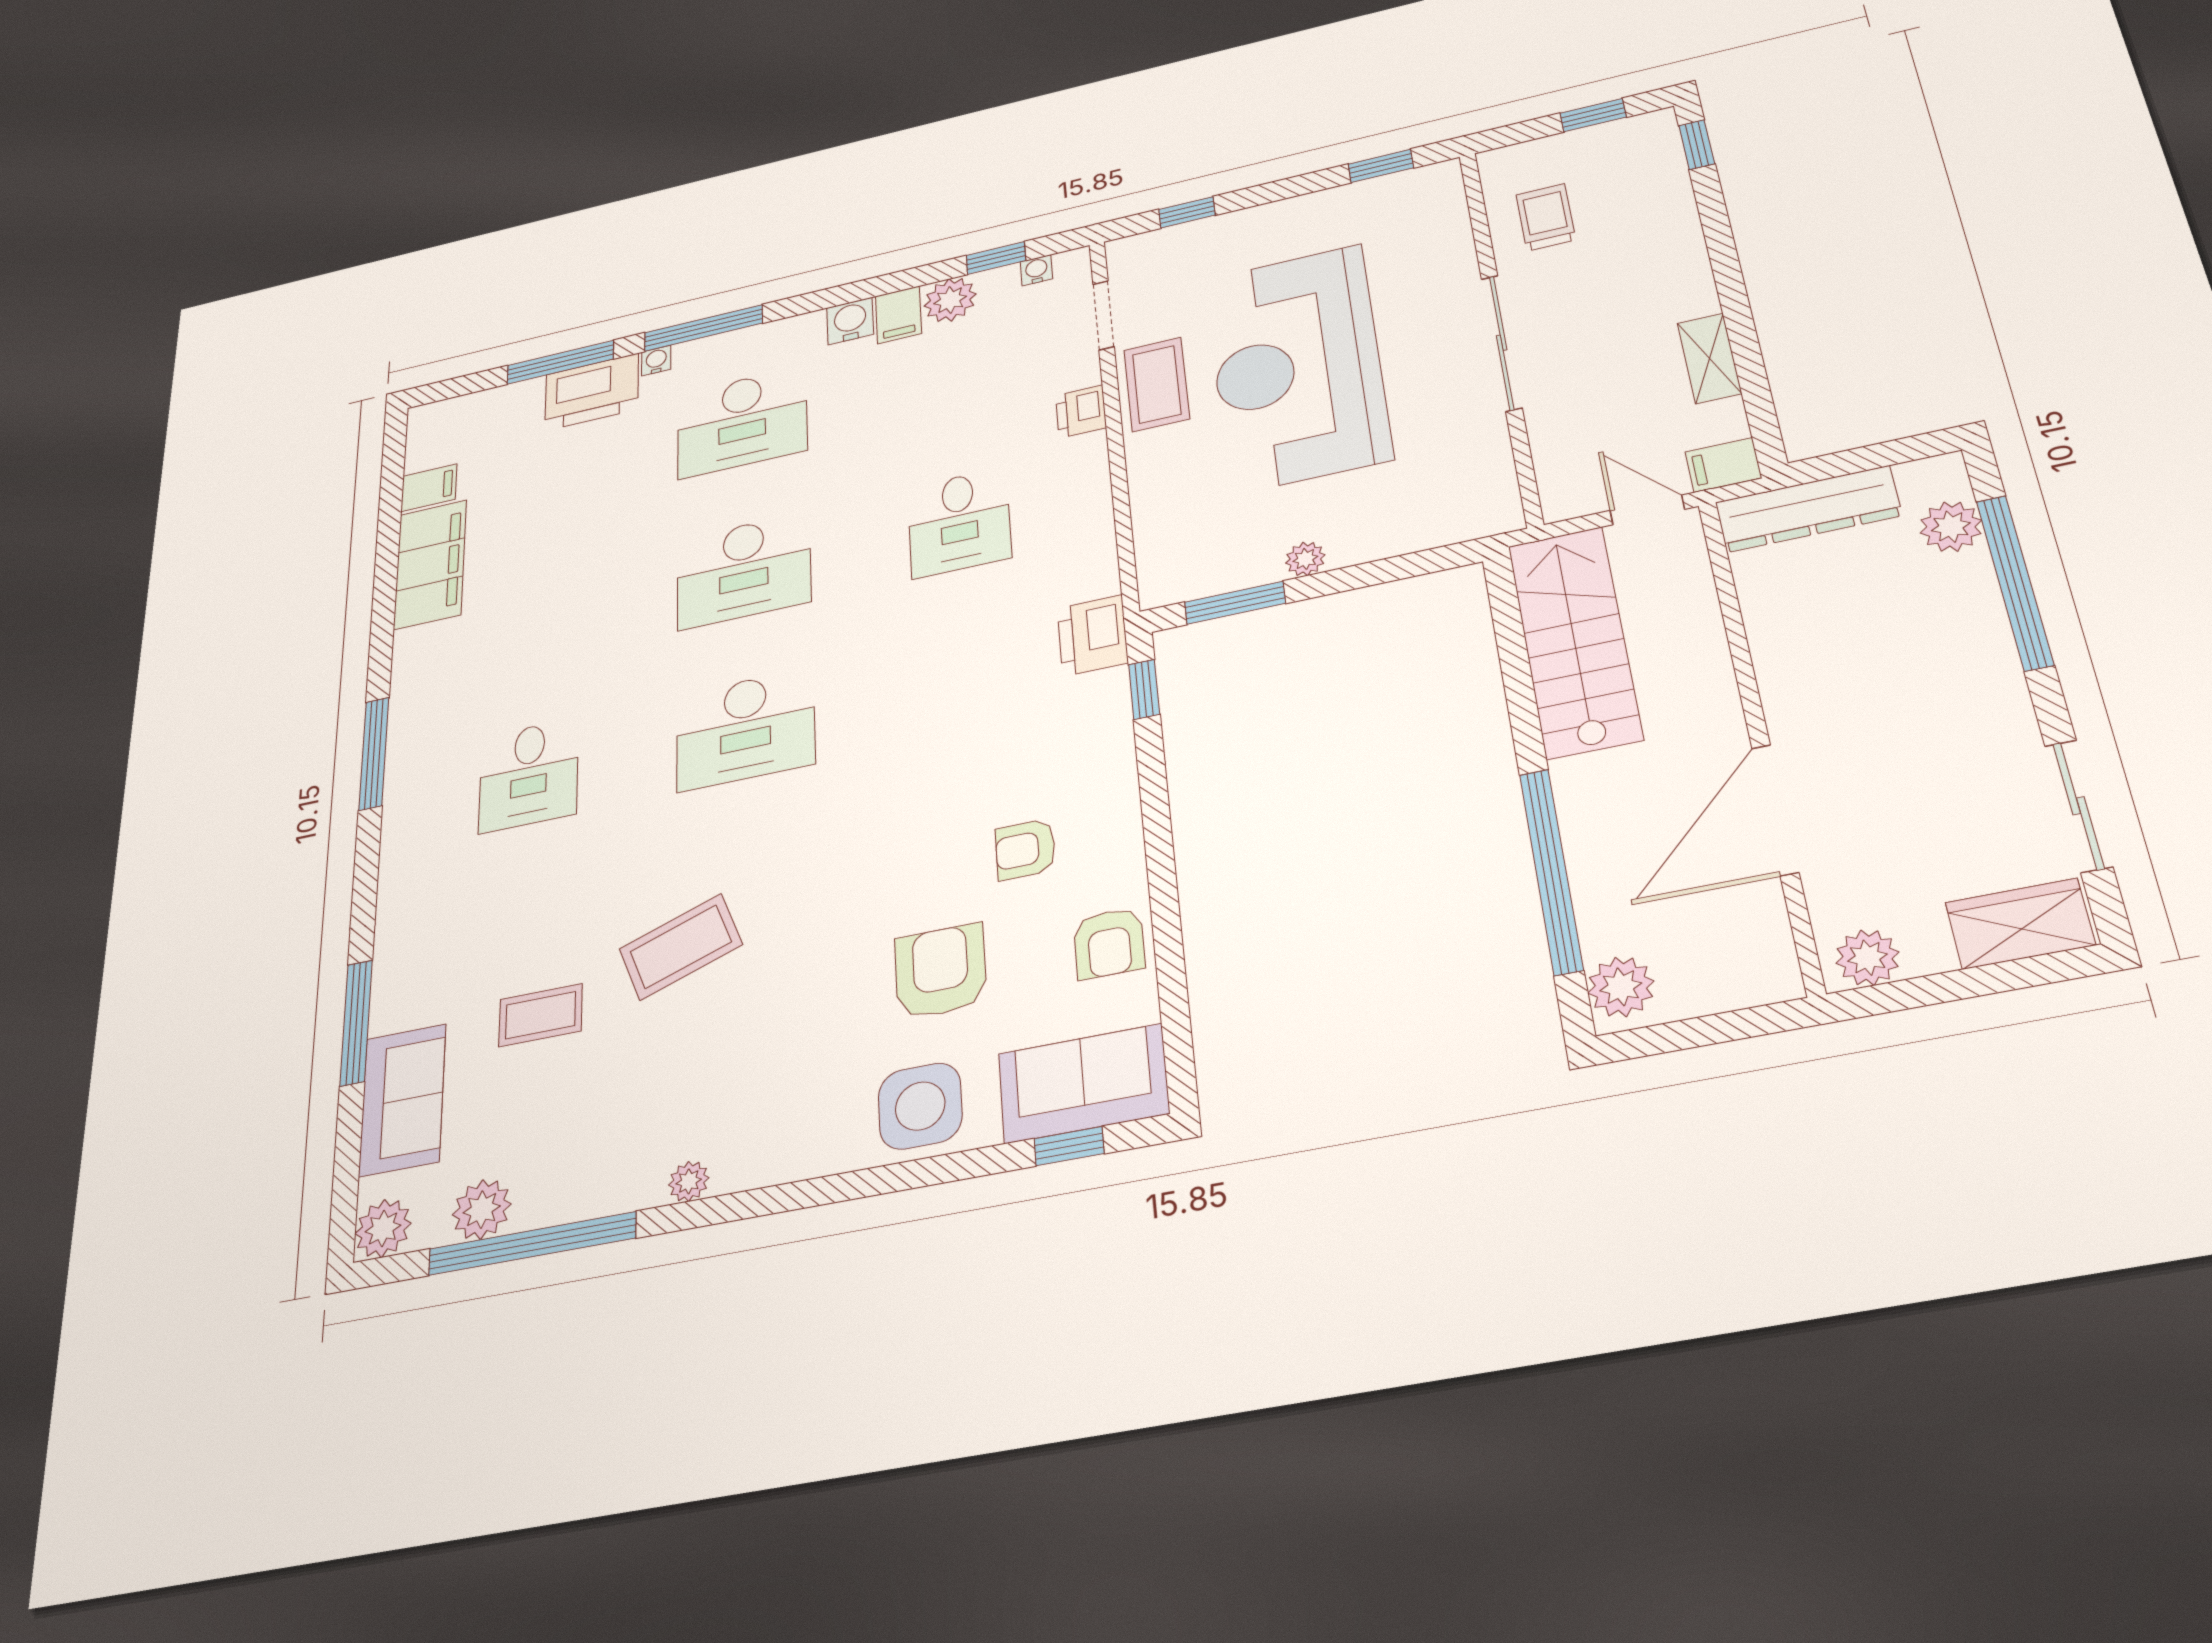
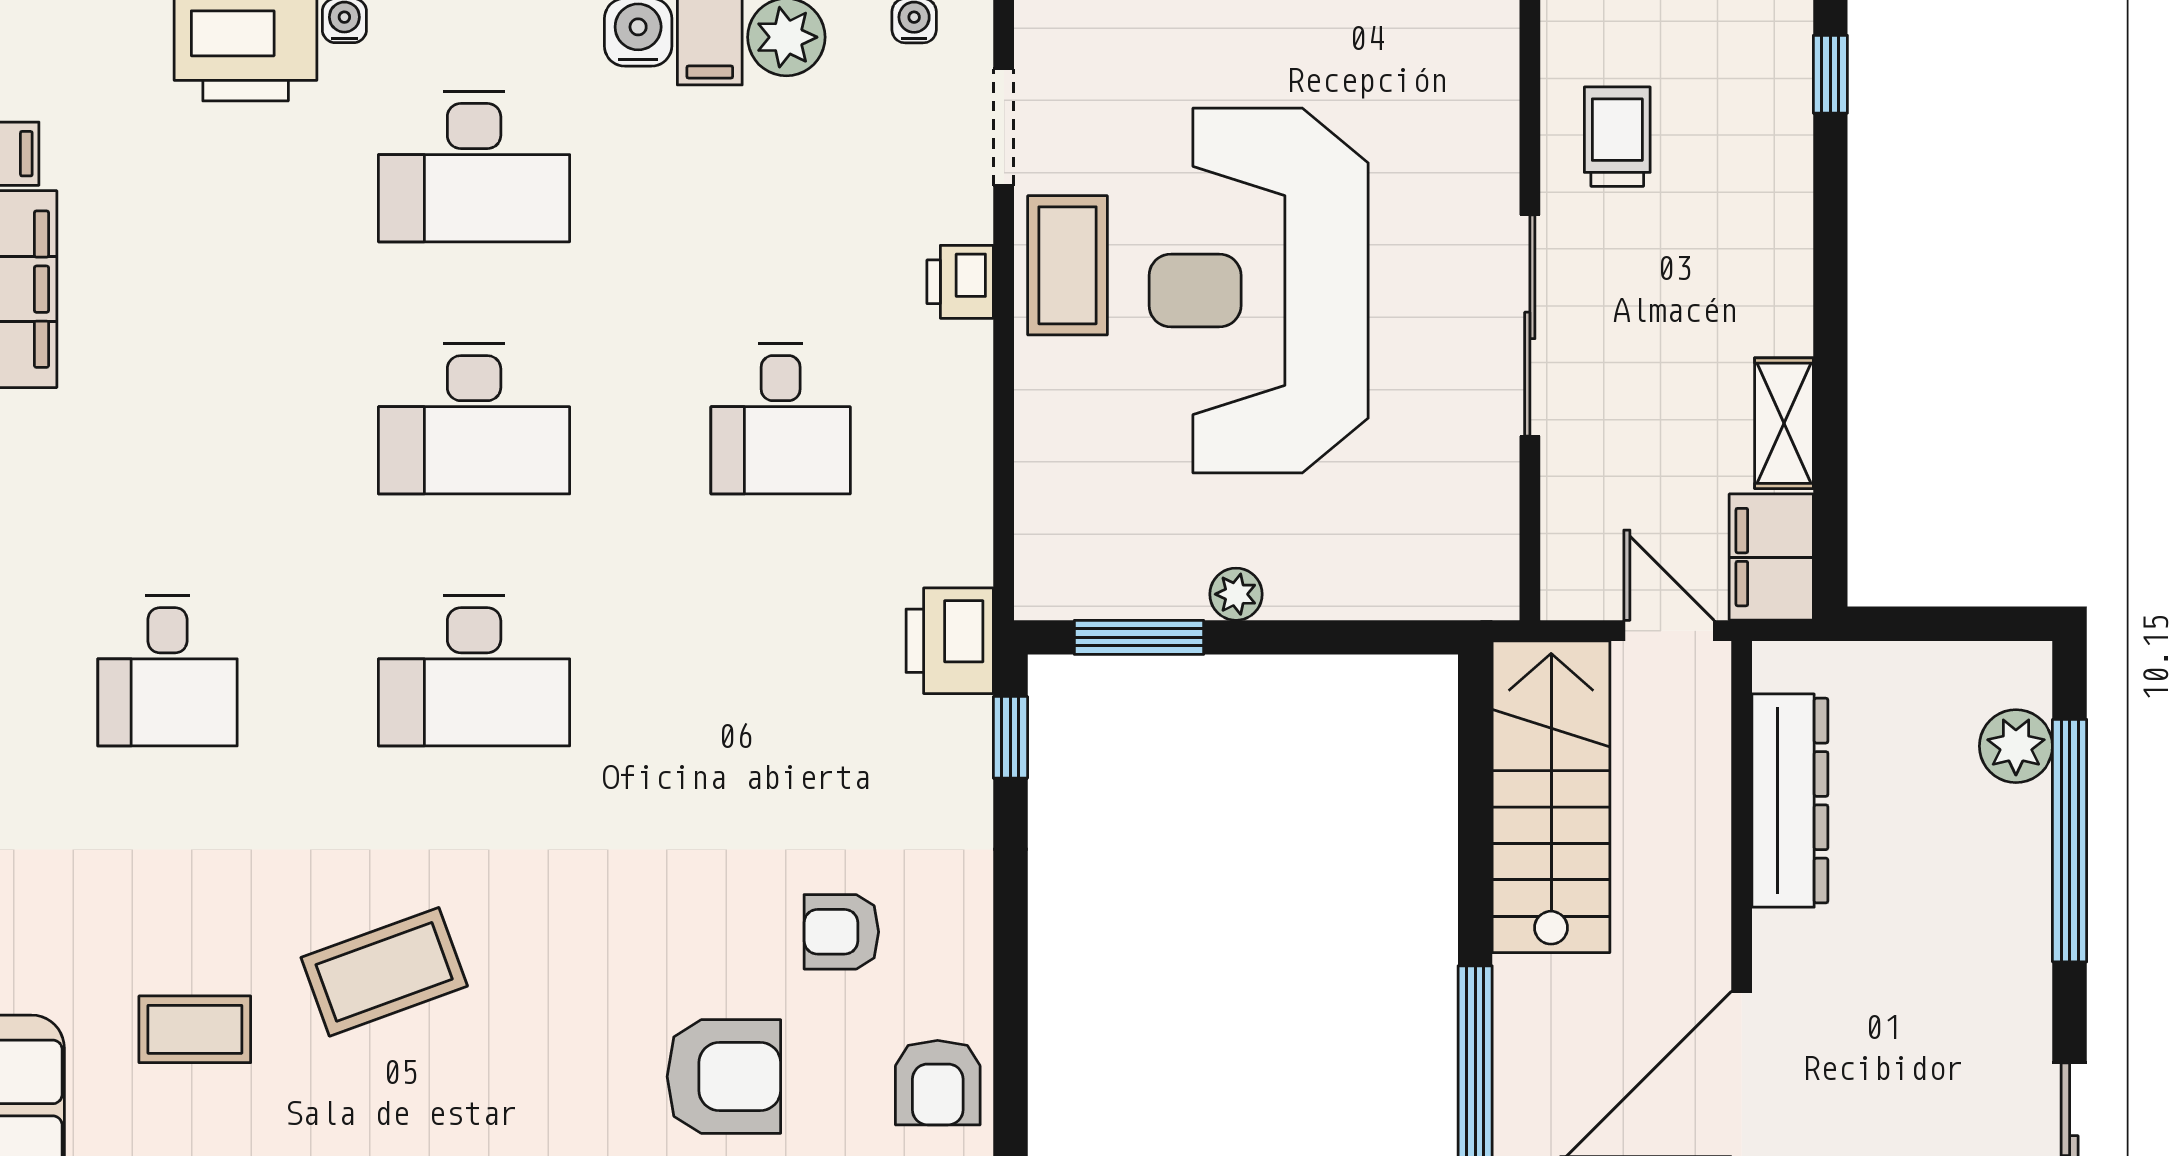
filing cabinet: (1723, 465) -> (1771, 557), width x2.00
dresser: (1808, 509) -> (1790, 801), moved, turned -90
armchair: (941, 971) -> (724, 1077), turned 90

